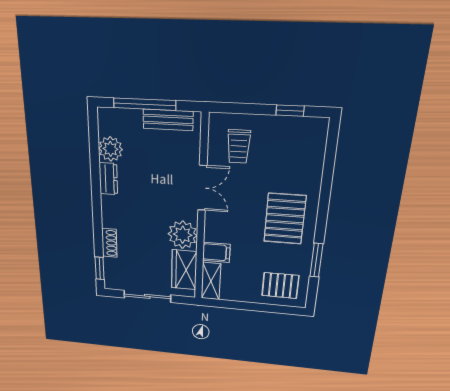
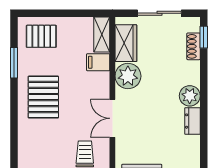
plant: (110, 149) -> (190, 96), moved
shoe rack: (109, 243) -> (194, 46), moved

